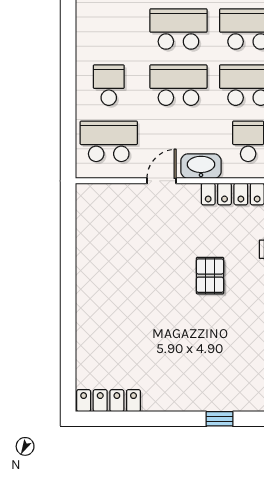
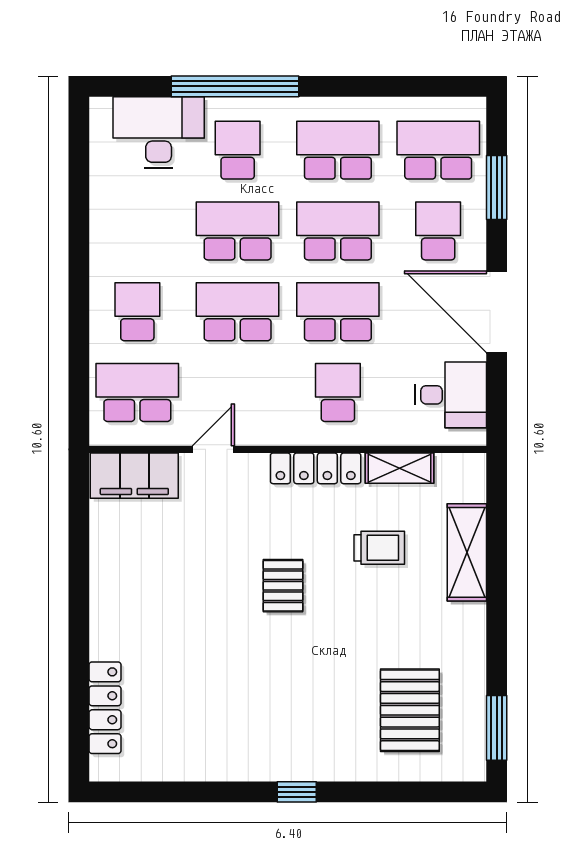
washbasin: (201, 166) -> (270, 428), removed
filing cabinet: (107, 199) -> (134, 476), added
locker: (109, 401) -> (105, 708), moved, turned 90

